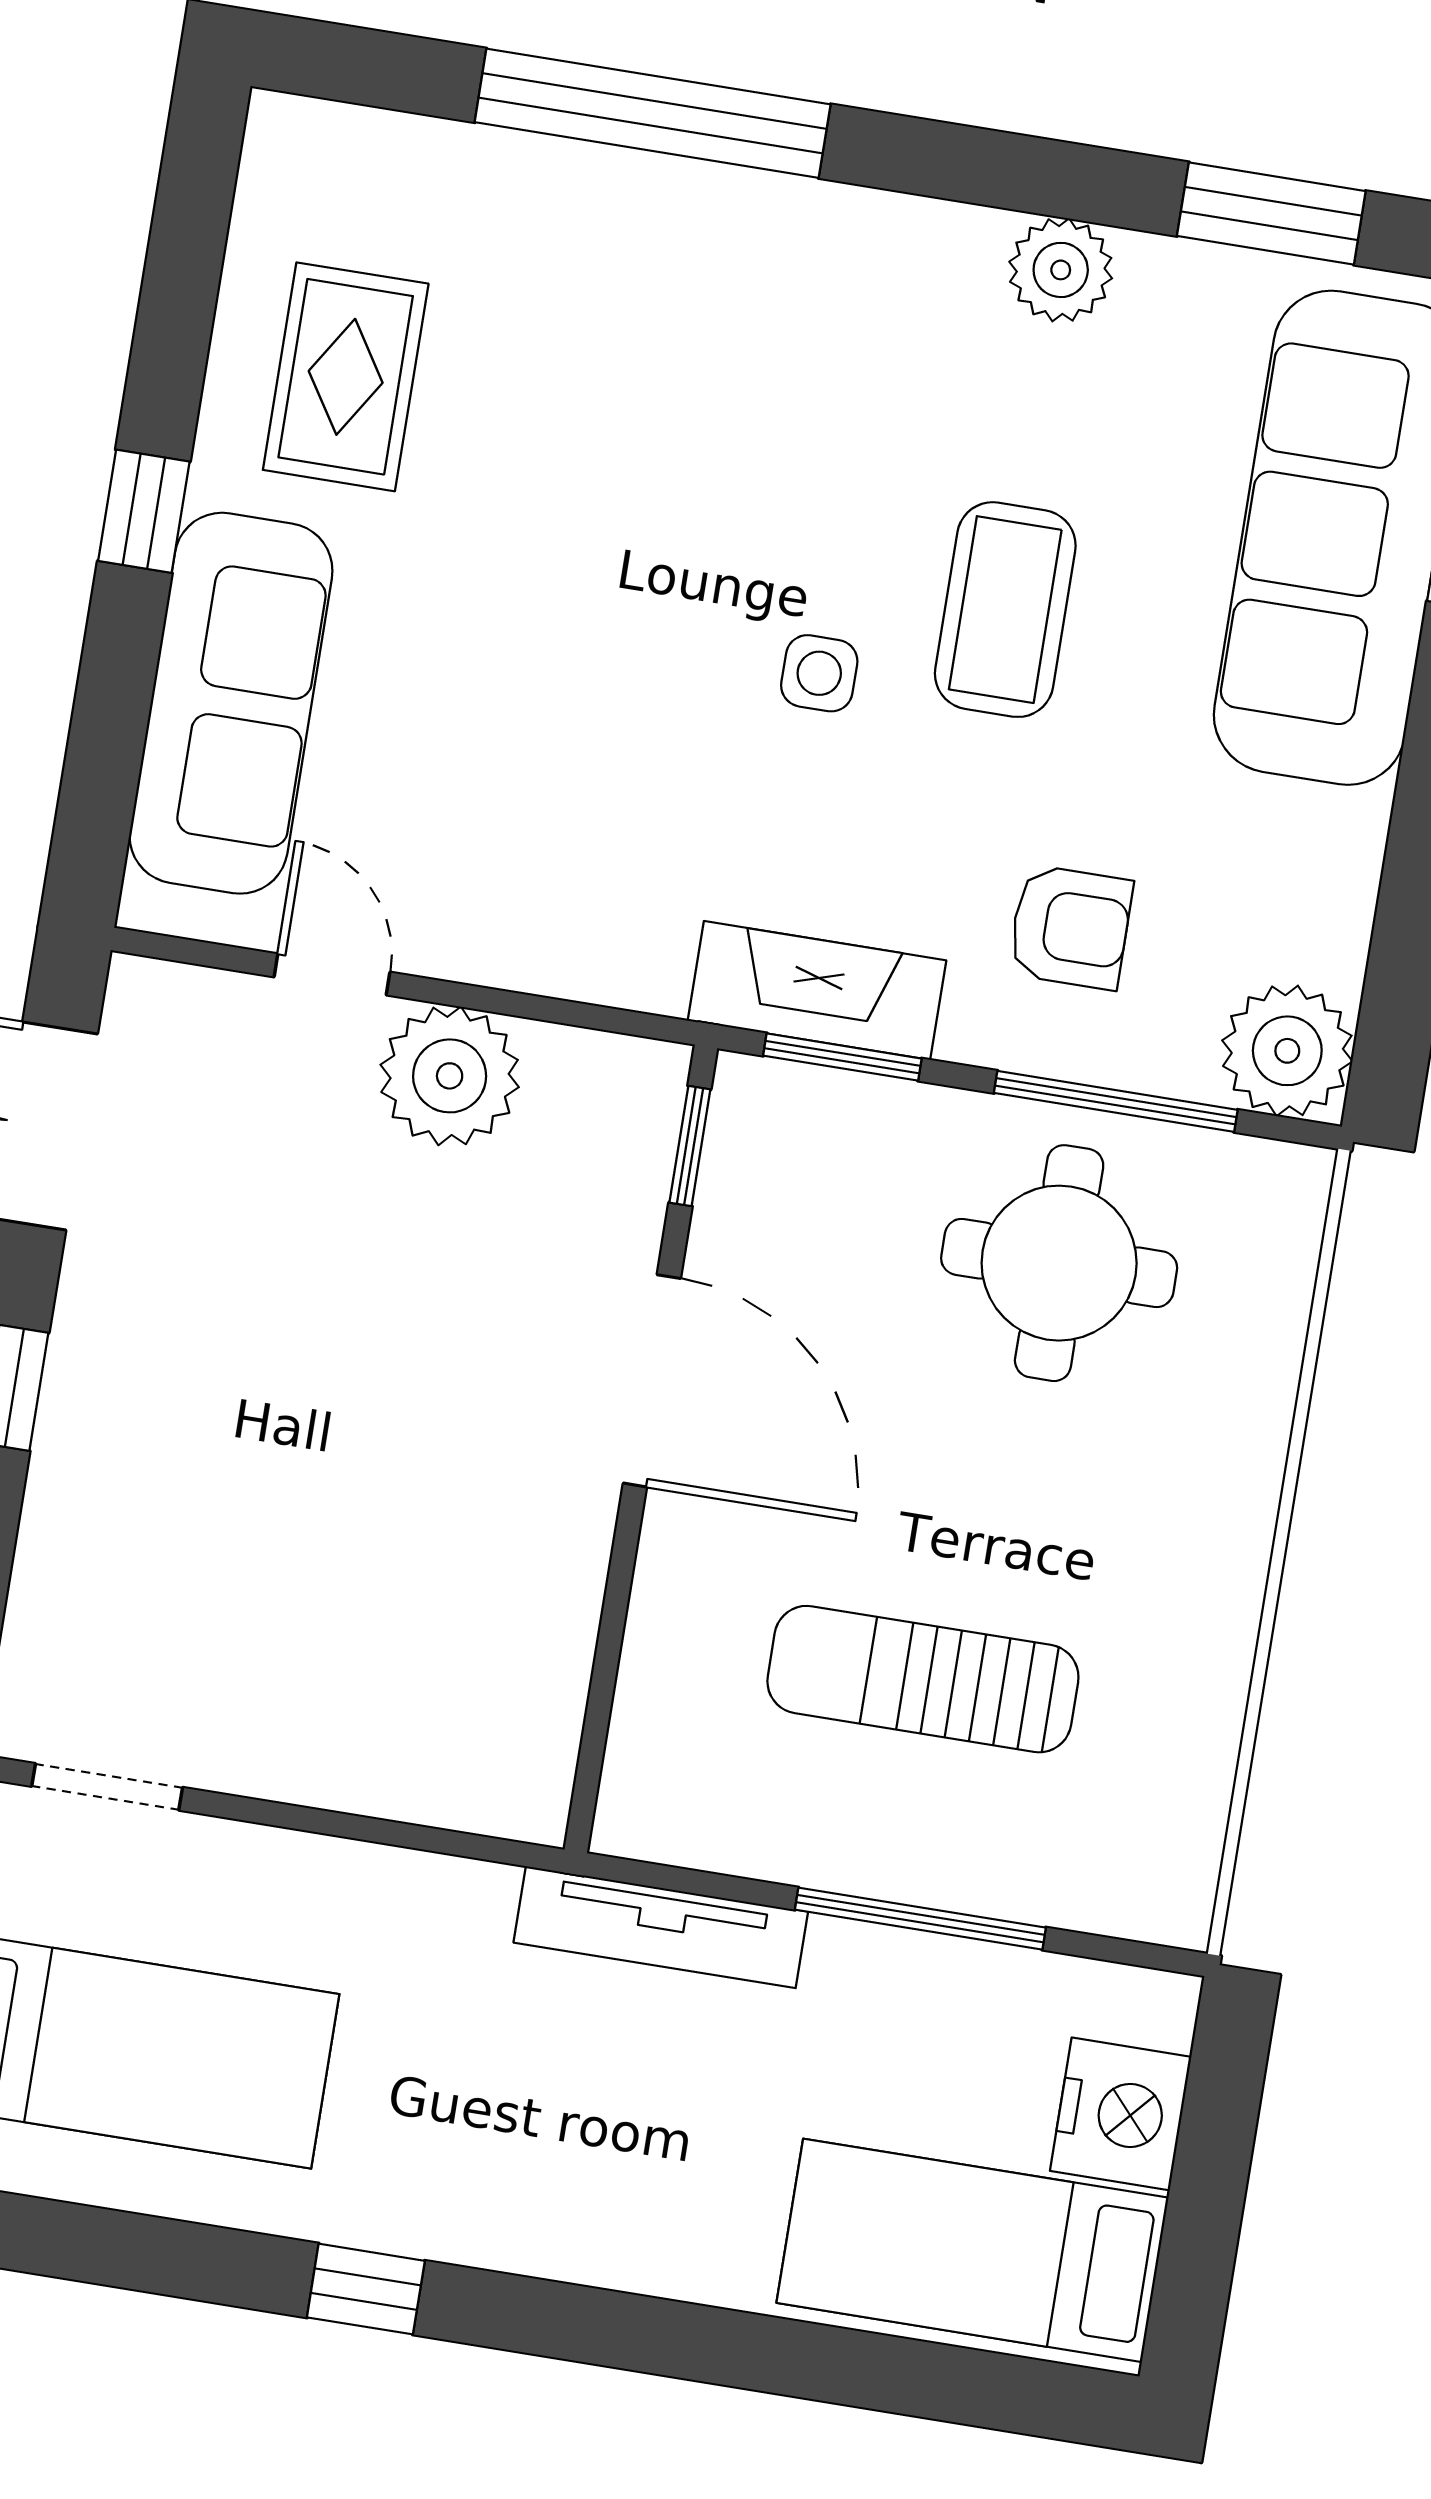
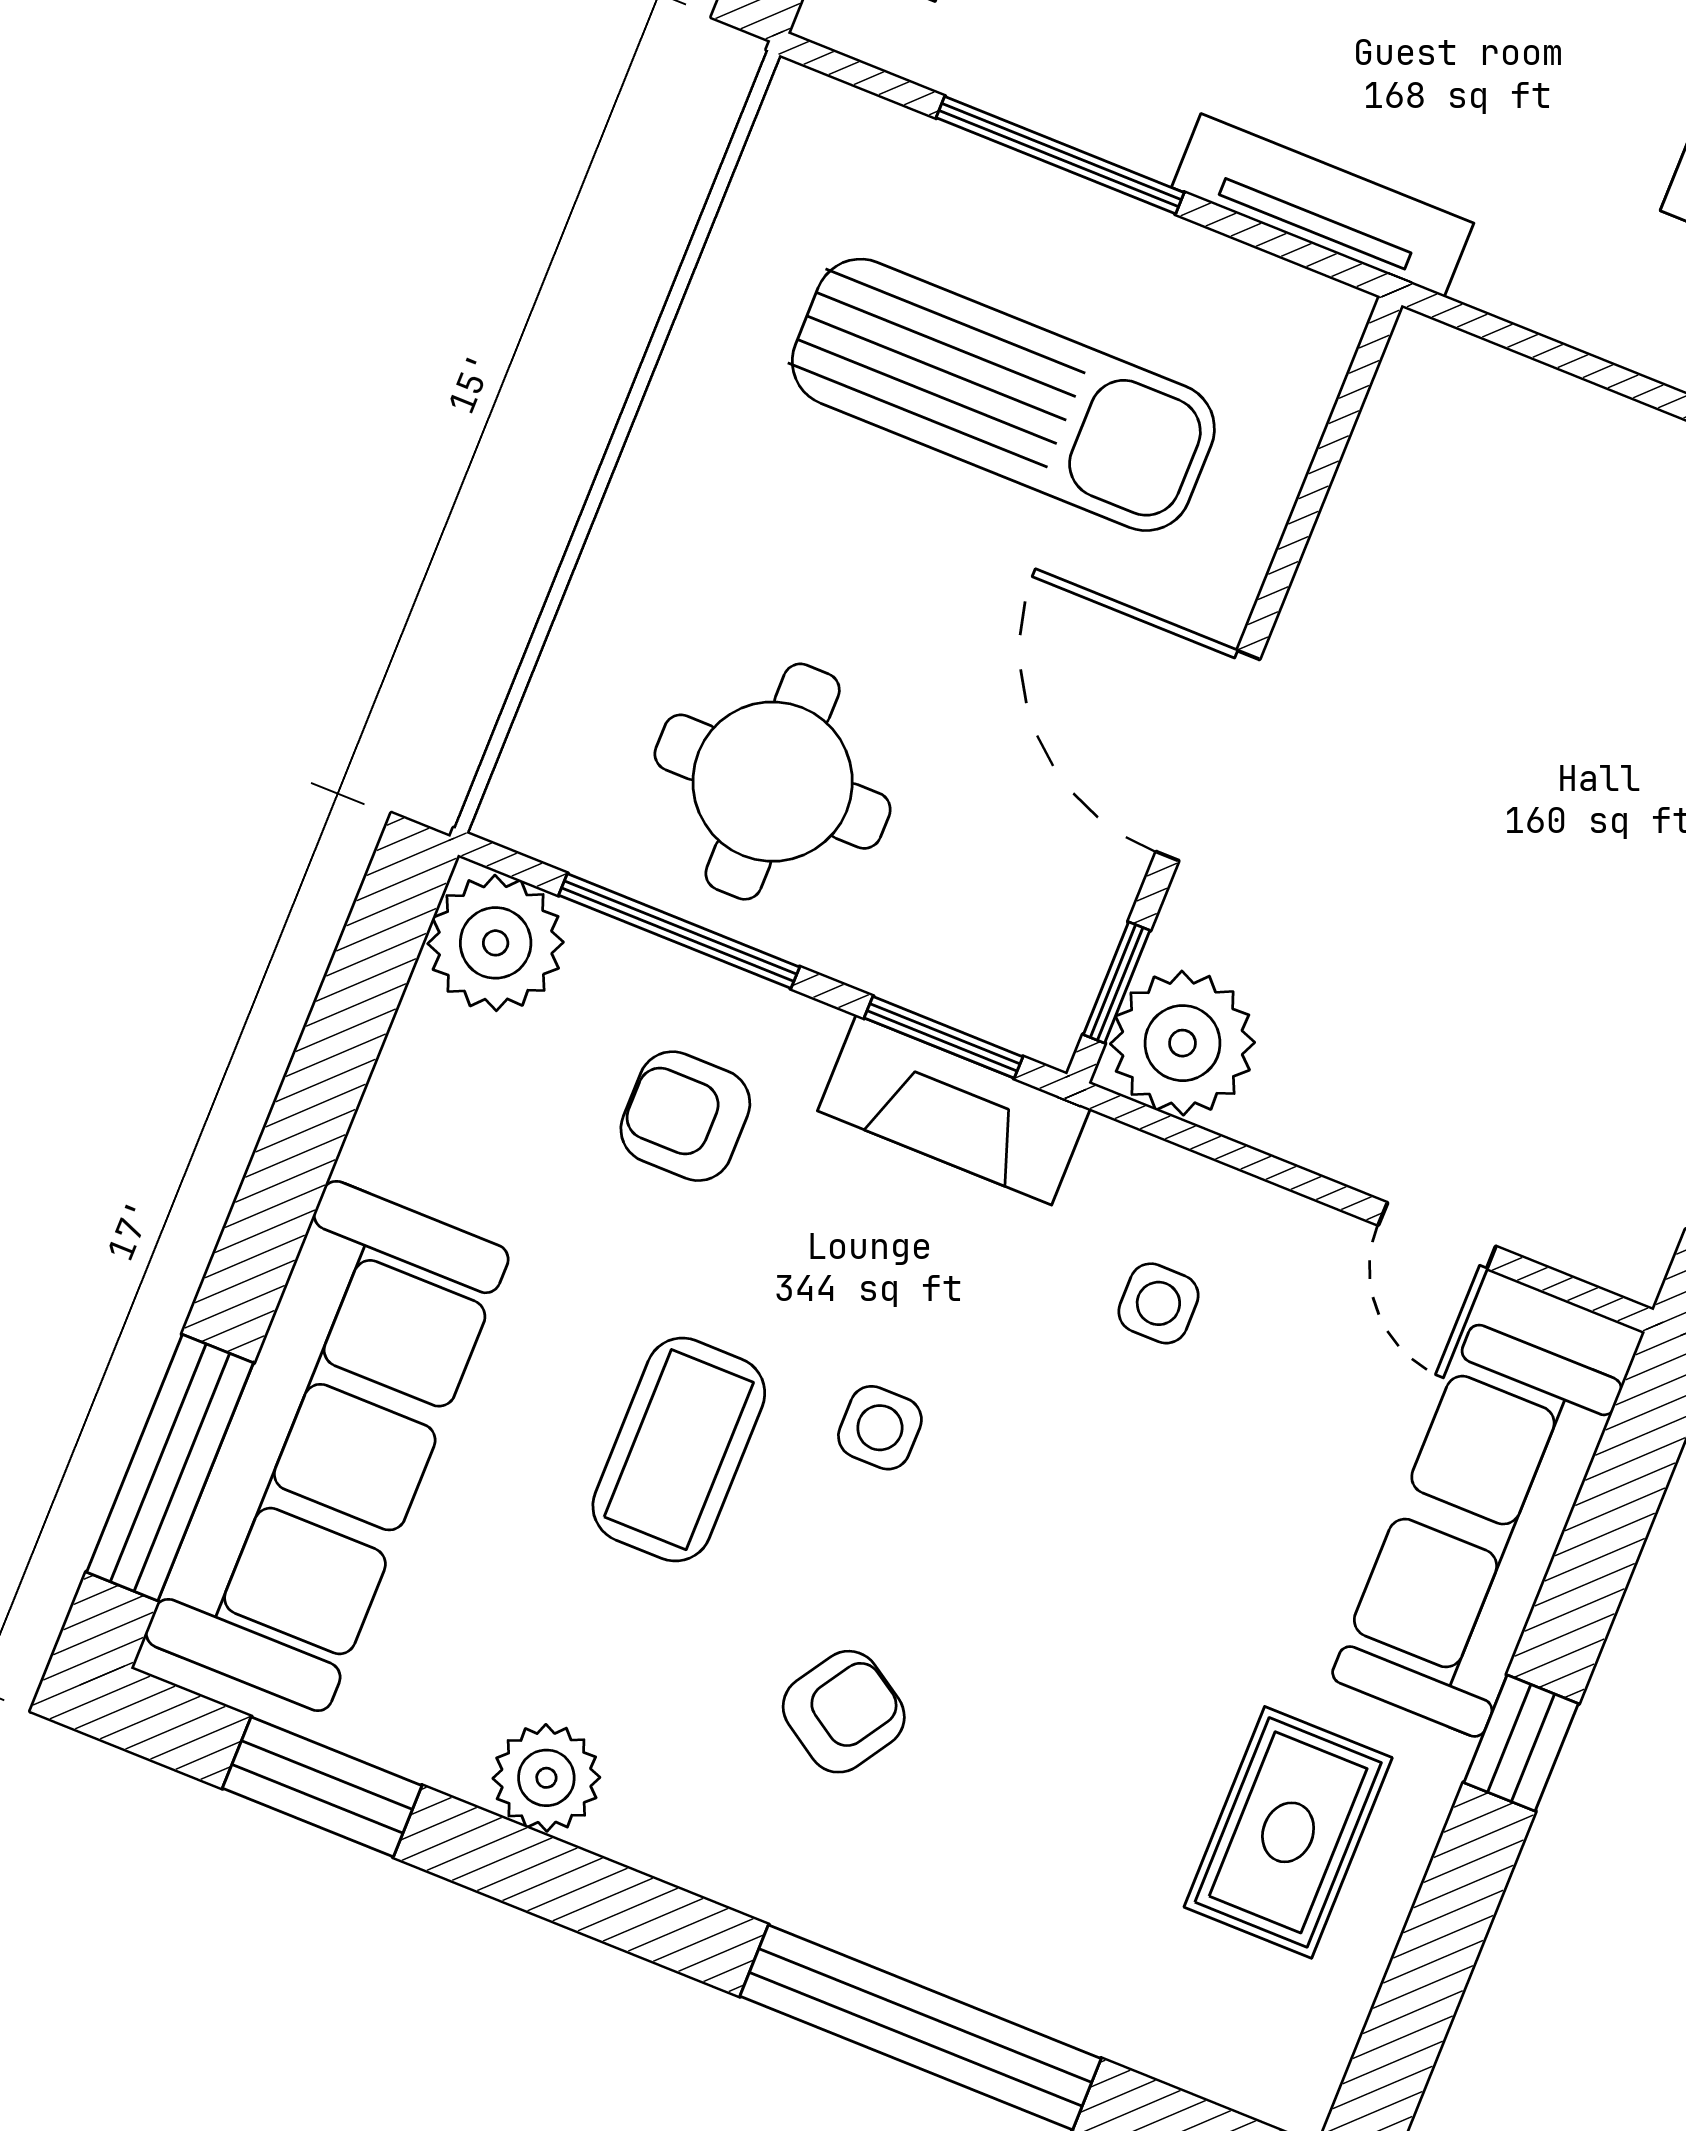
armchair: (793, 396) -> (844, 1712), added
side table: (582, 851) -> (1158, 1303), added
plant: (450, 1076) -> (1183, 1043), moved
sun lounger: (923, 1679) -> (1003, 395), width x1.36, depth x1.34

